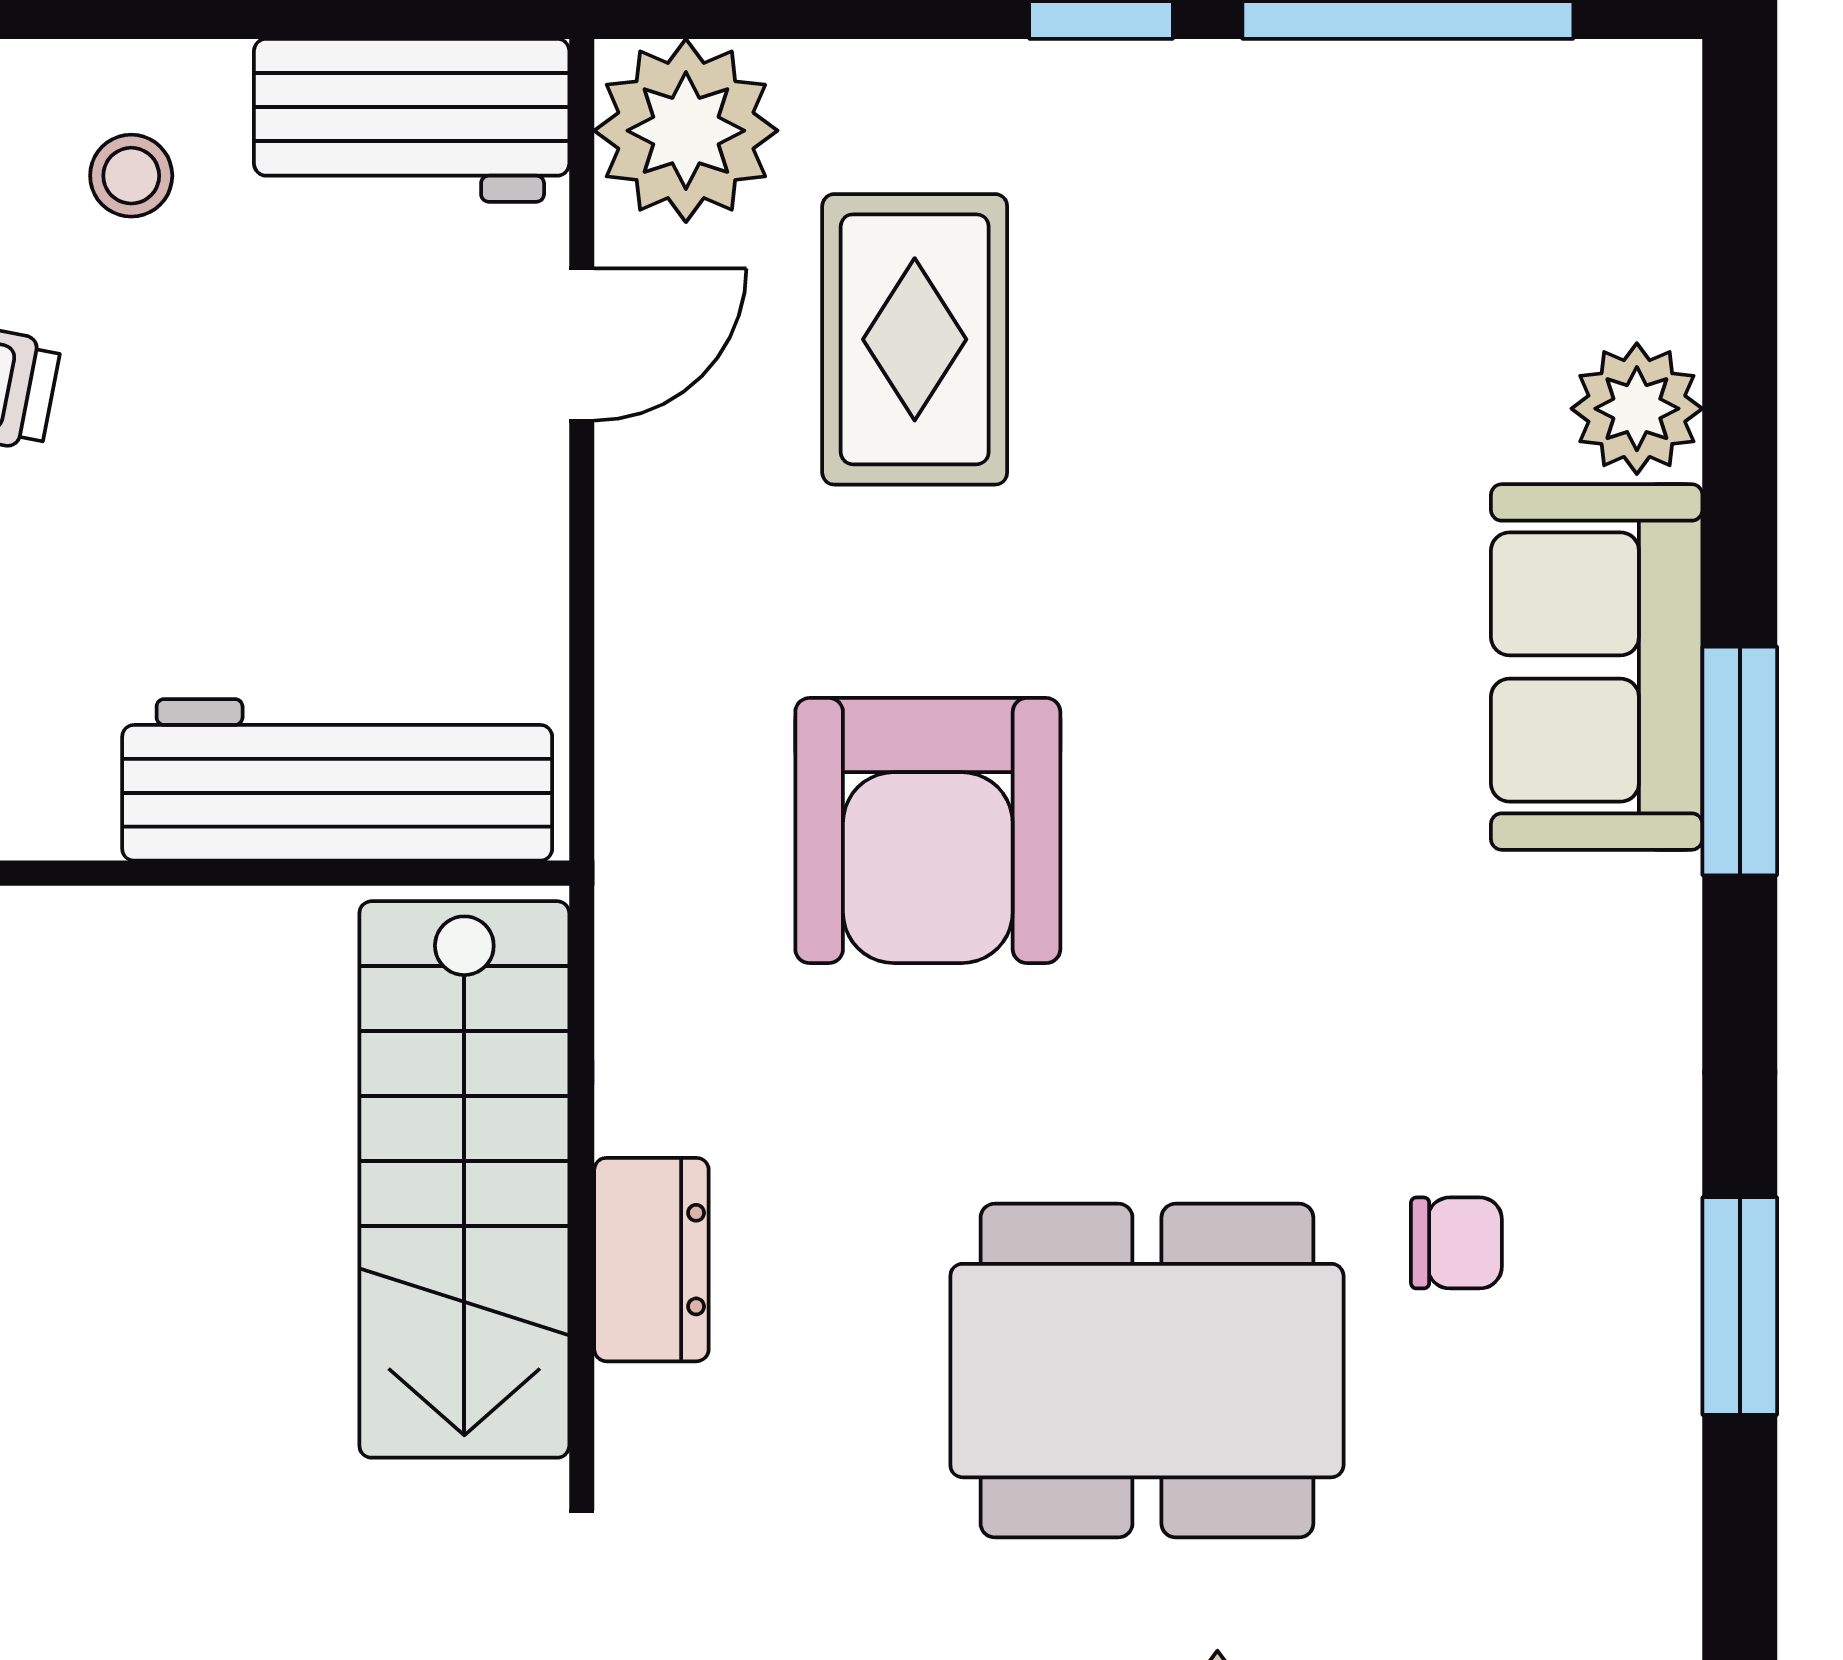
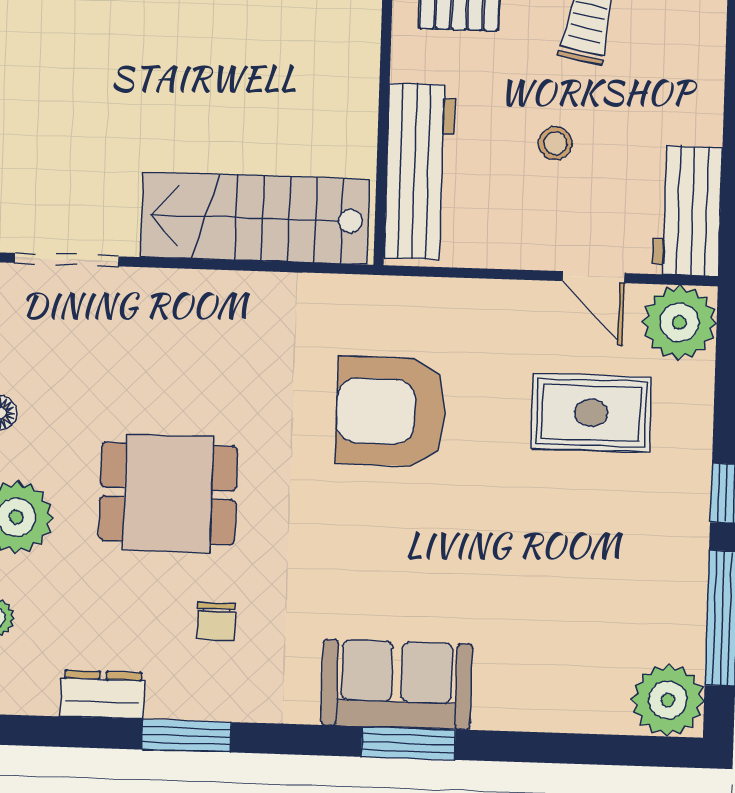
stool: (131, 176) -> (555, 143), moved
plant: (1637, 409) -> (668, 700), moved, width x1.36, depth x1.36
sofa: (1597, 667) -> (397, 684), moved
dresser: (651, 1260) -> (103, 694), moved, turned 180
dining table: (1147, 1371) -> (168, 493), width x0.73

